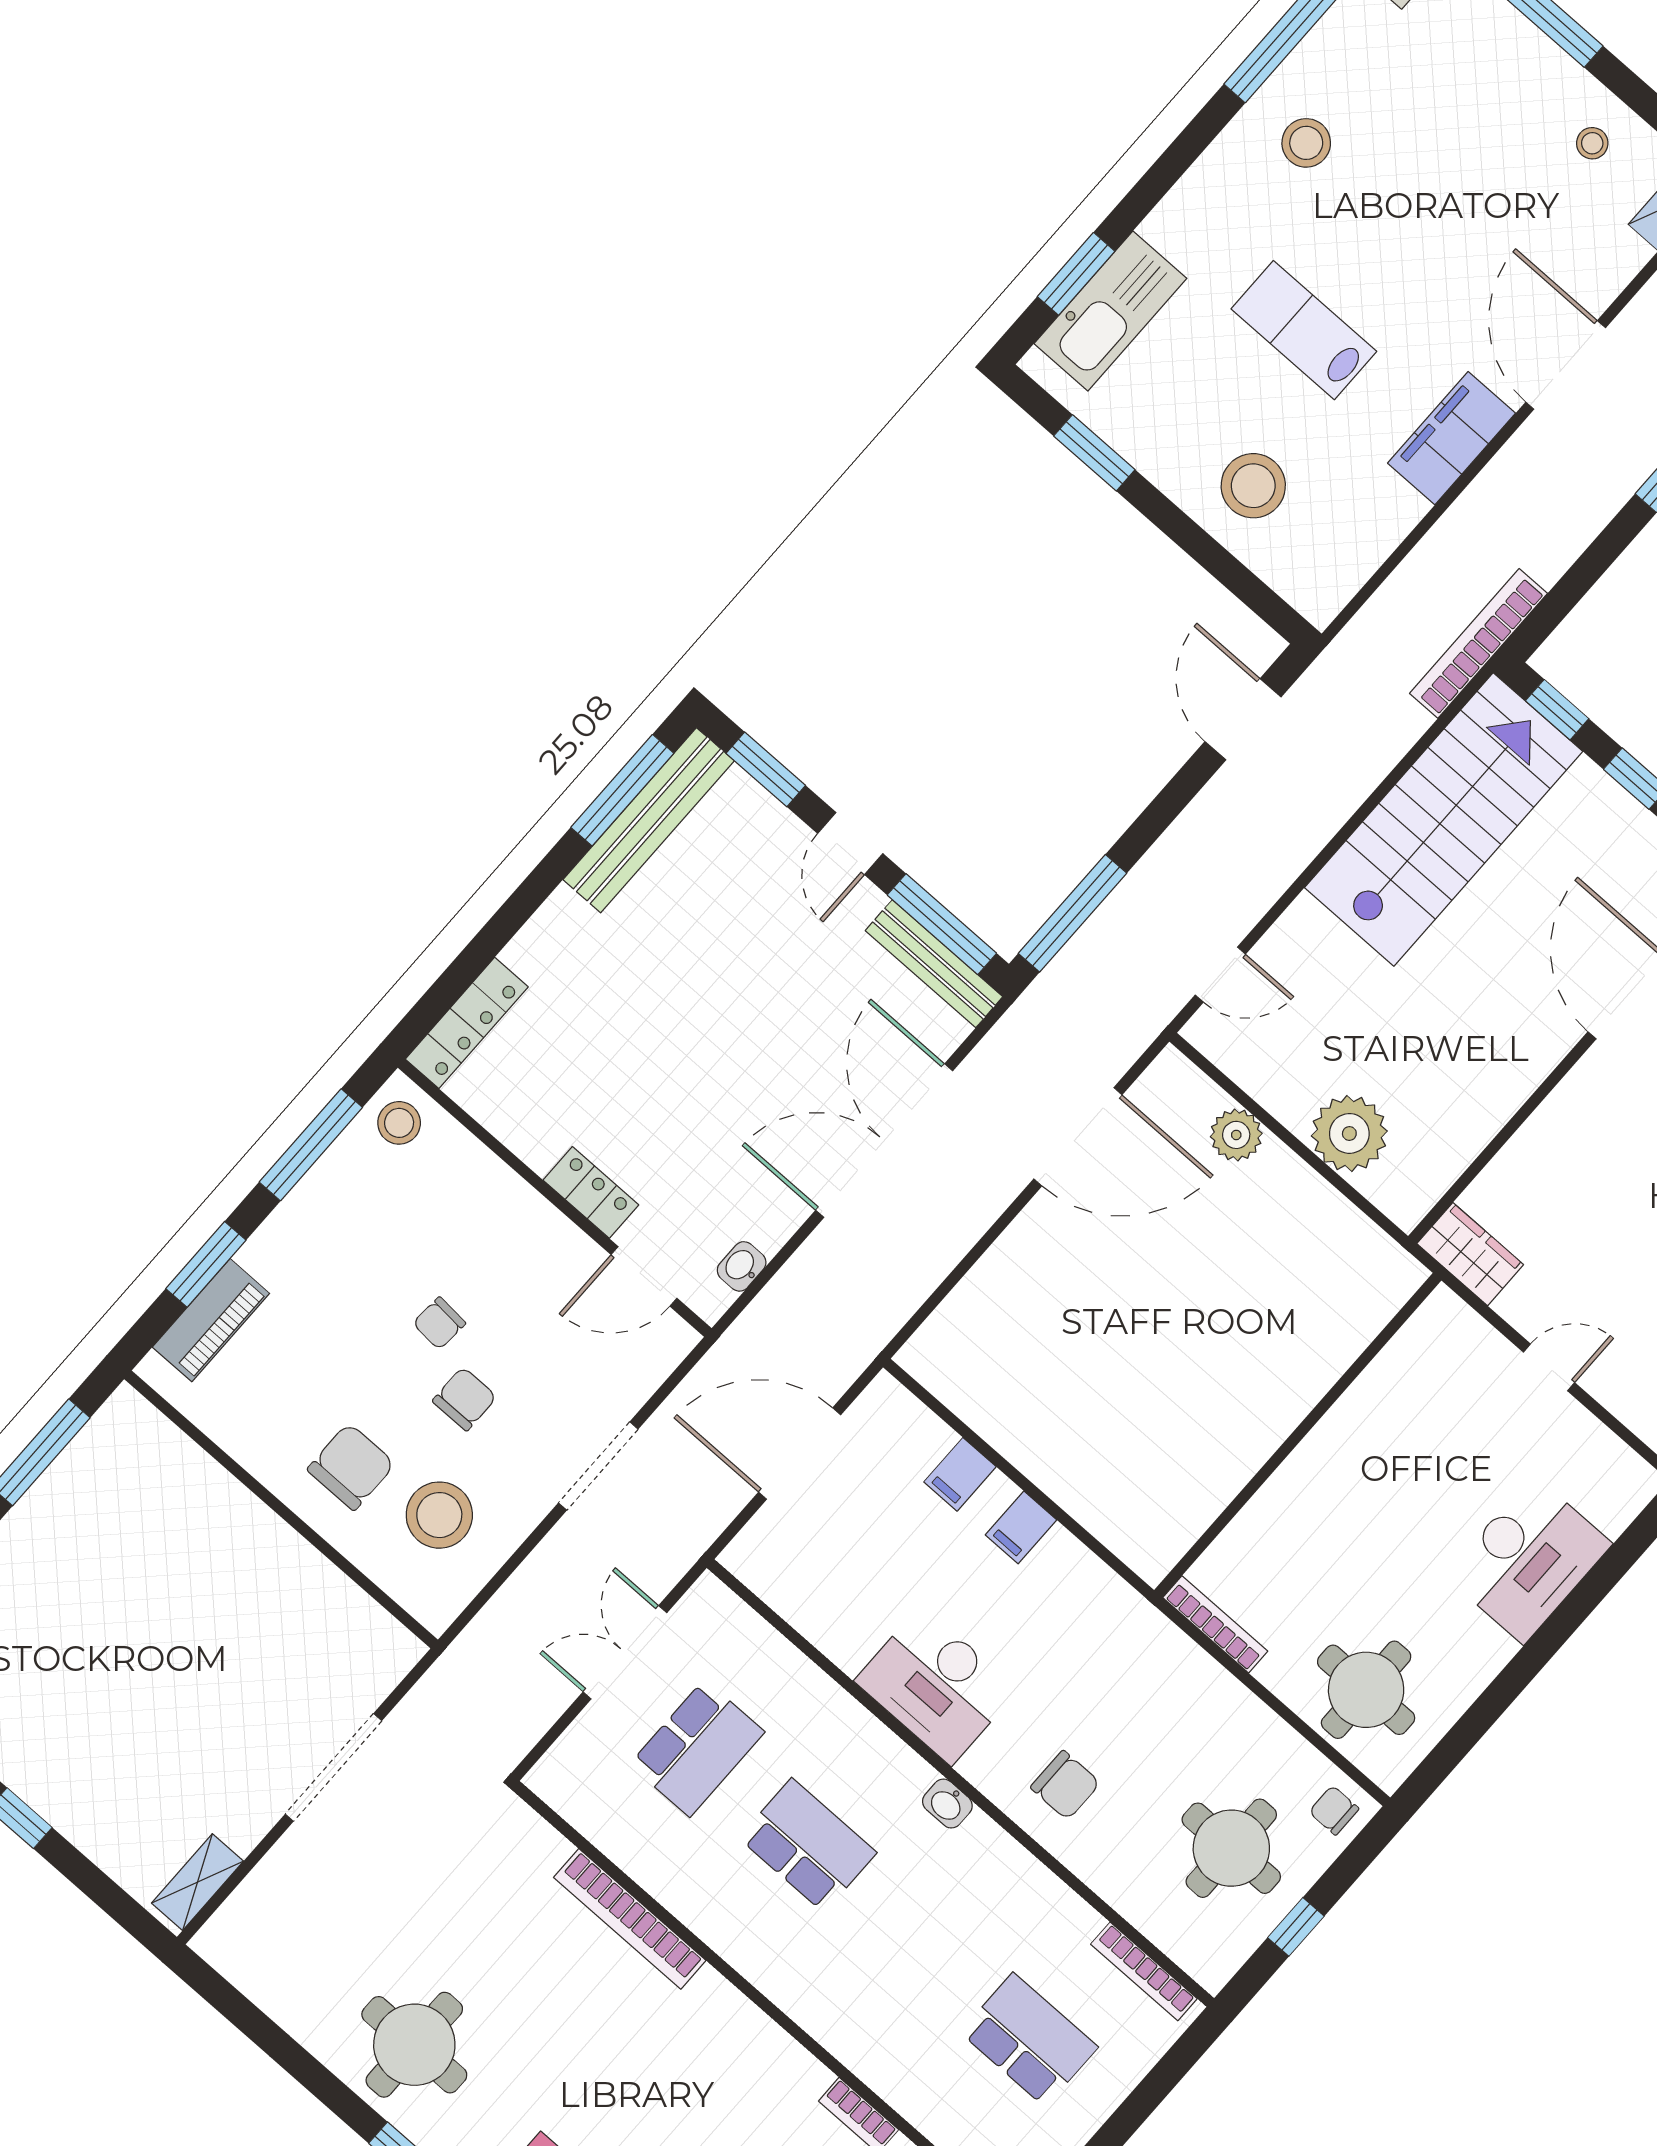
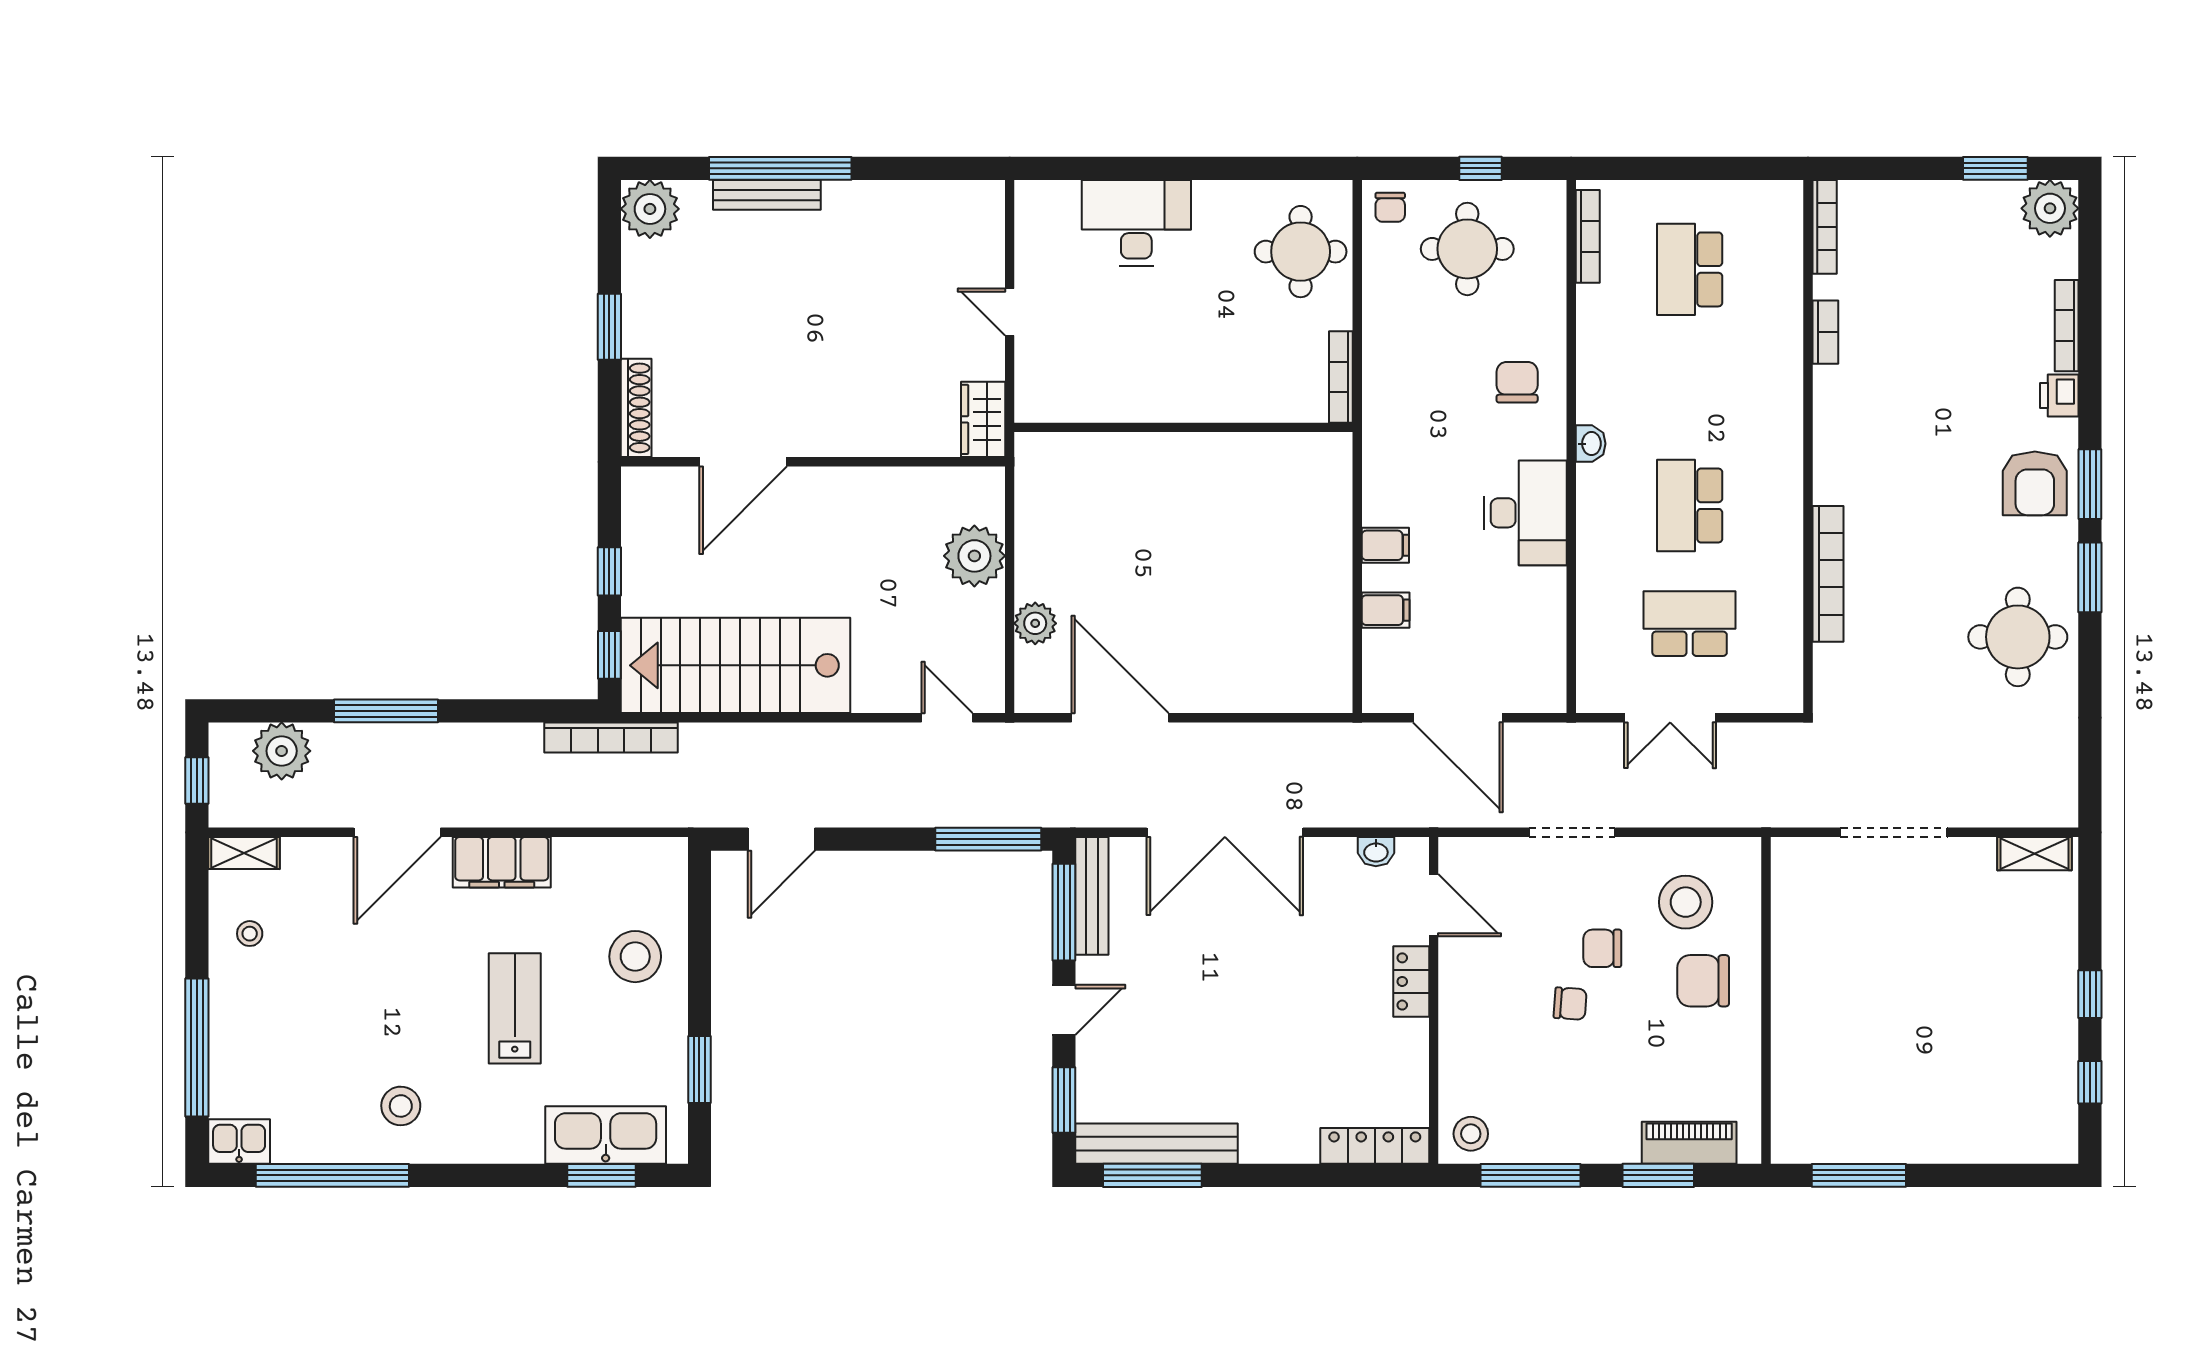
lab bench: (1304, 330) -> (515, 1008), turned 180

